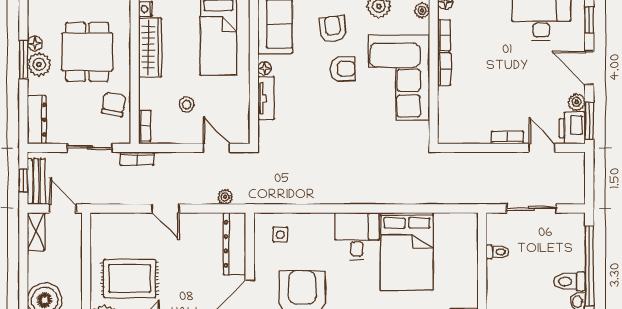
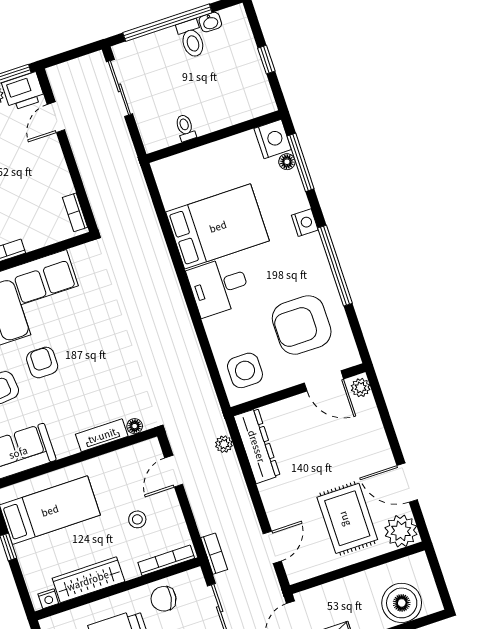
floor lamp: (265, 68) -> (135, 426), moved
bookcase: (145, 126) -> (166, 560), width x1.56
bookcase: (507, 137) -> (75, 212), moved
door: (166, 208) -> (272, 547), moved
sliding door: (531, 208) -> (119, 88), moved
side table: (280, 235) -> (245, 370), width x1.87, depth x1.87
dresser: (235, 244) -> (257, 446), moved, turned -90

